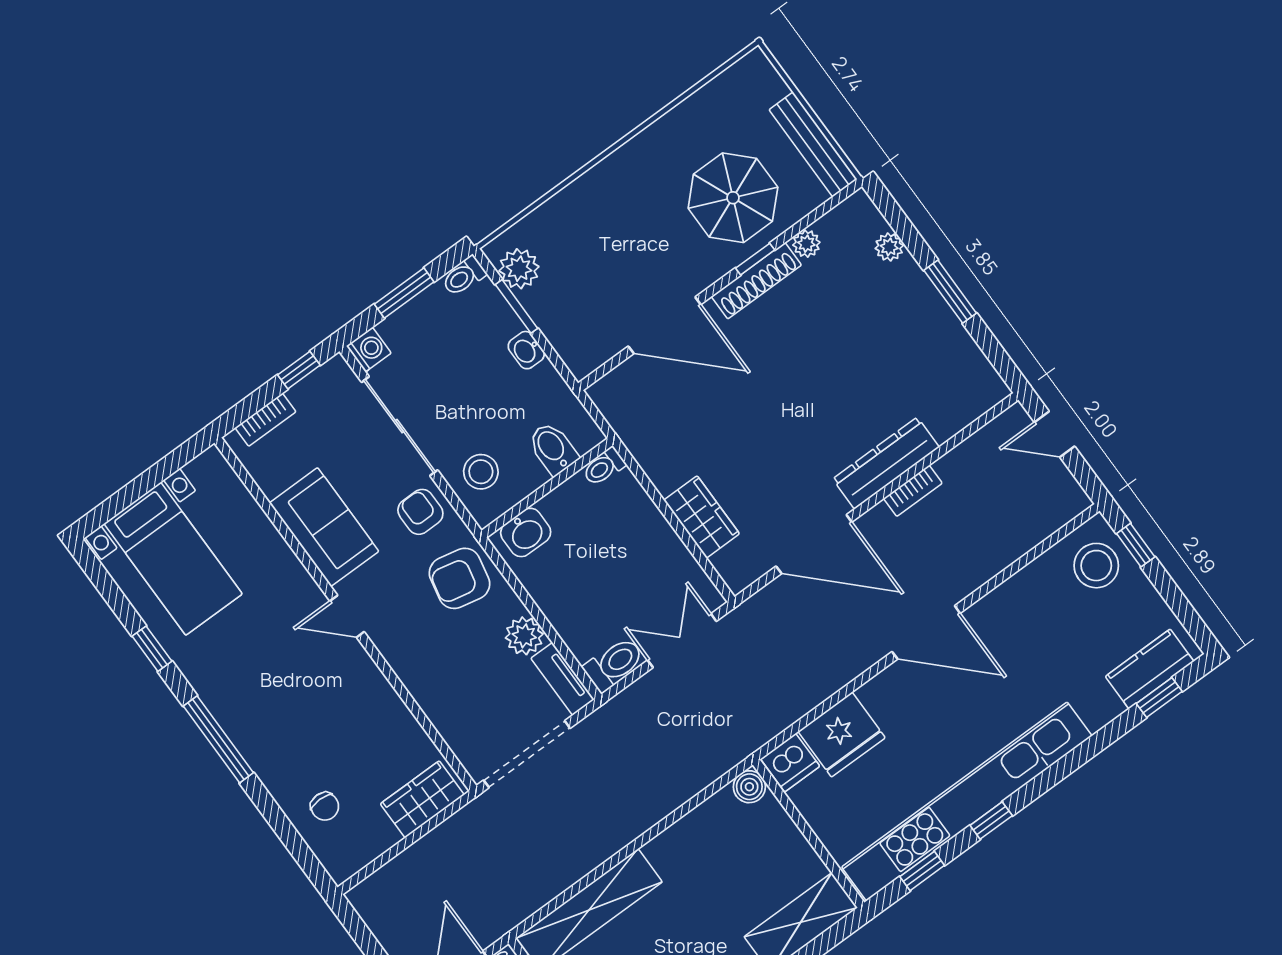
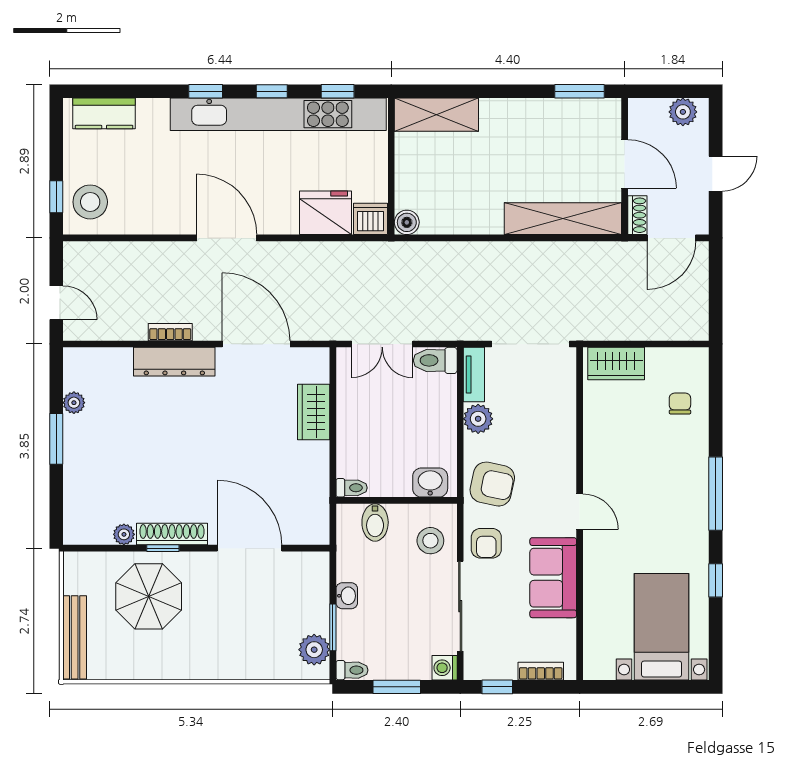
bench: (813, 144) -> (75, 637), moved
plant: (889, 247) -> (74, 403), moved
window: (1159, 698) -> (206, 91), moved

